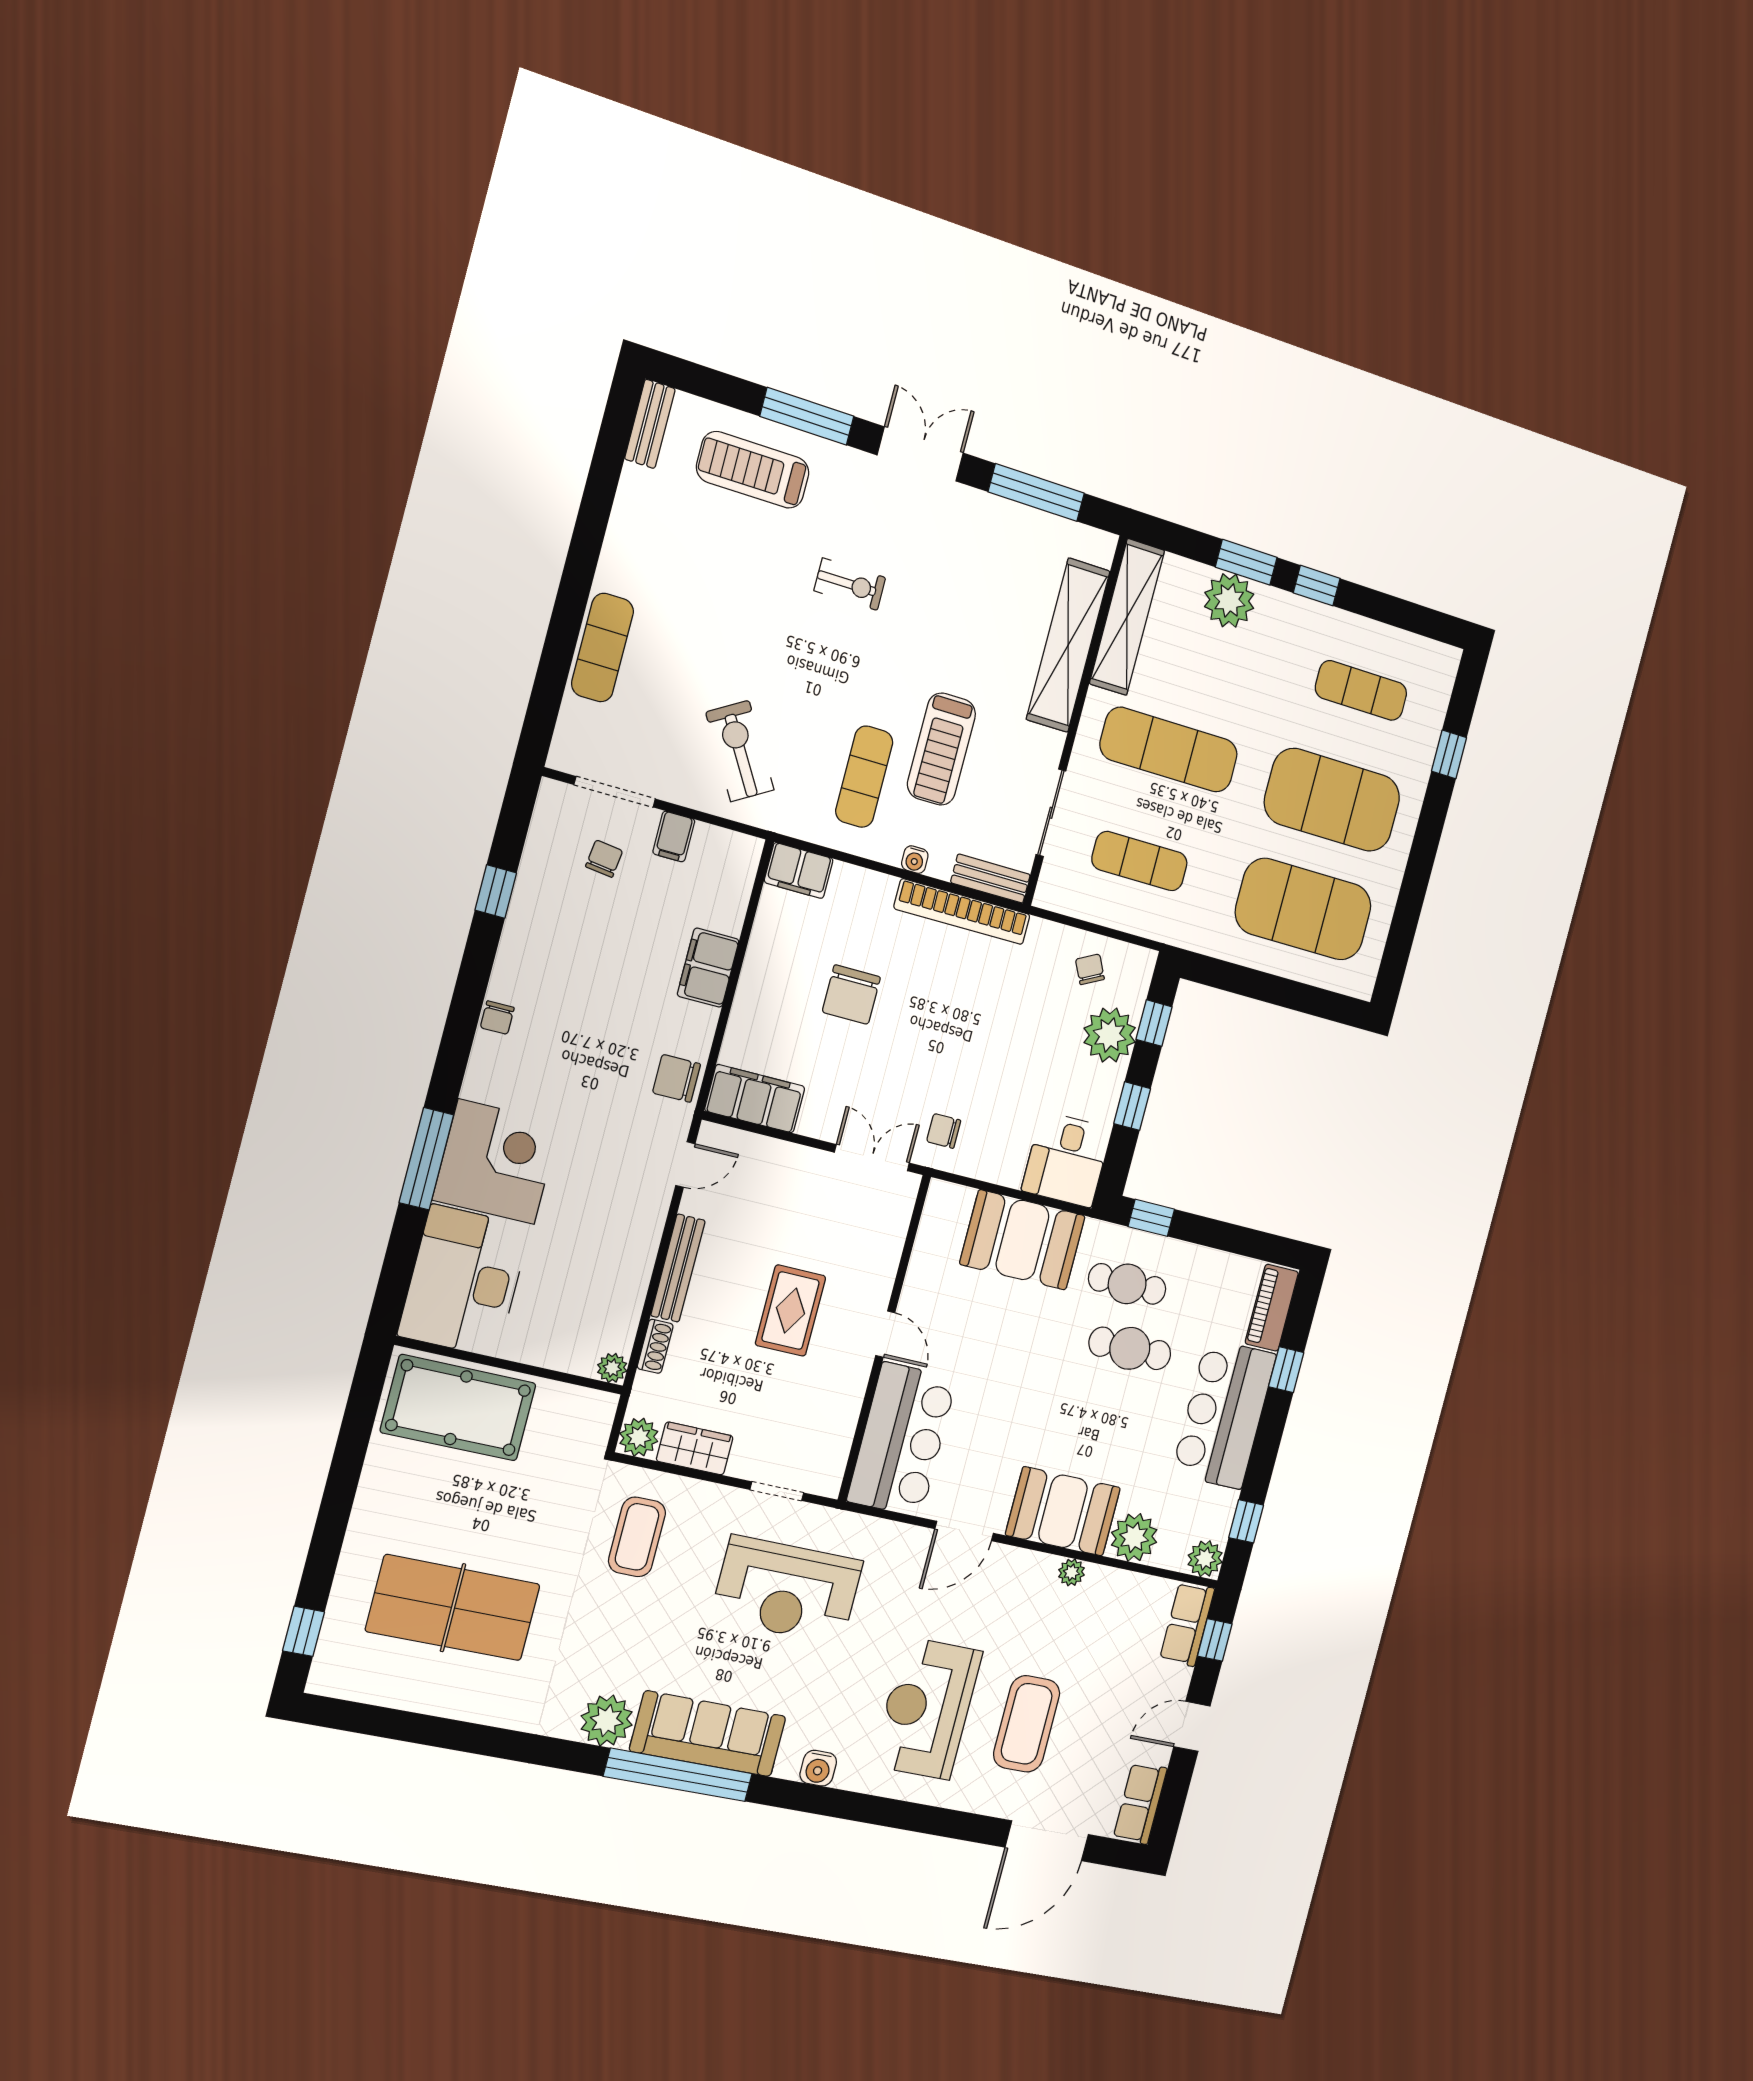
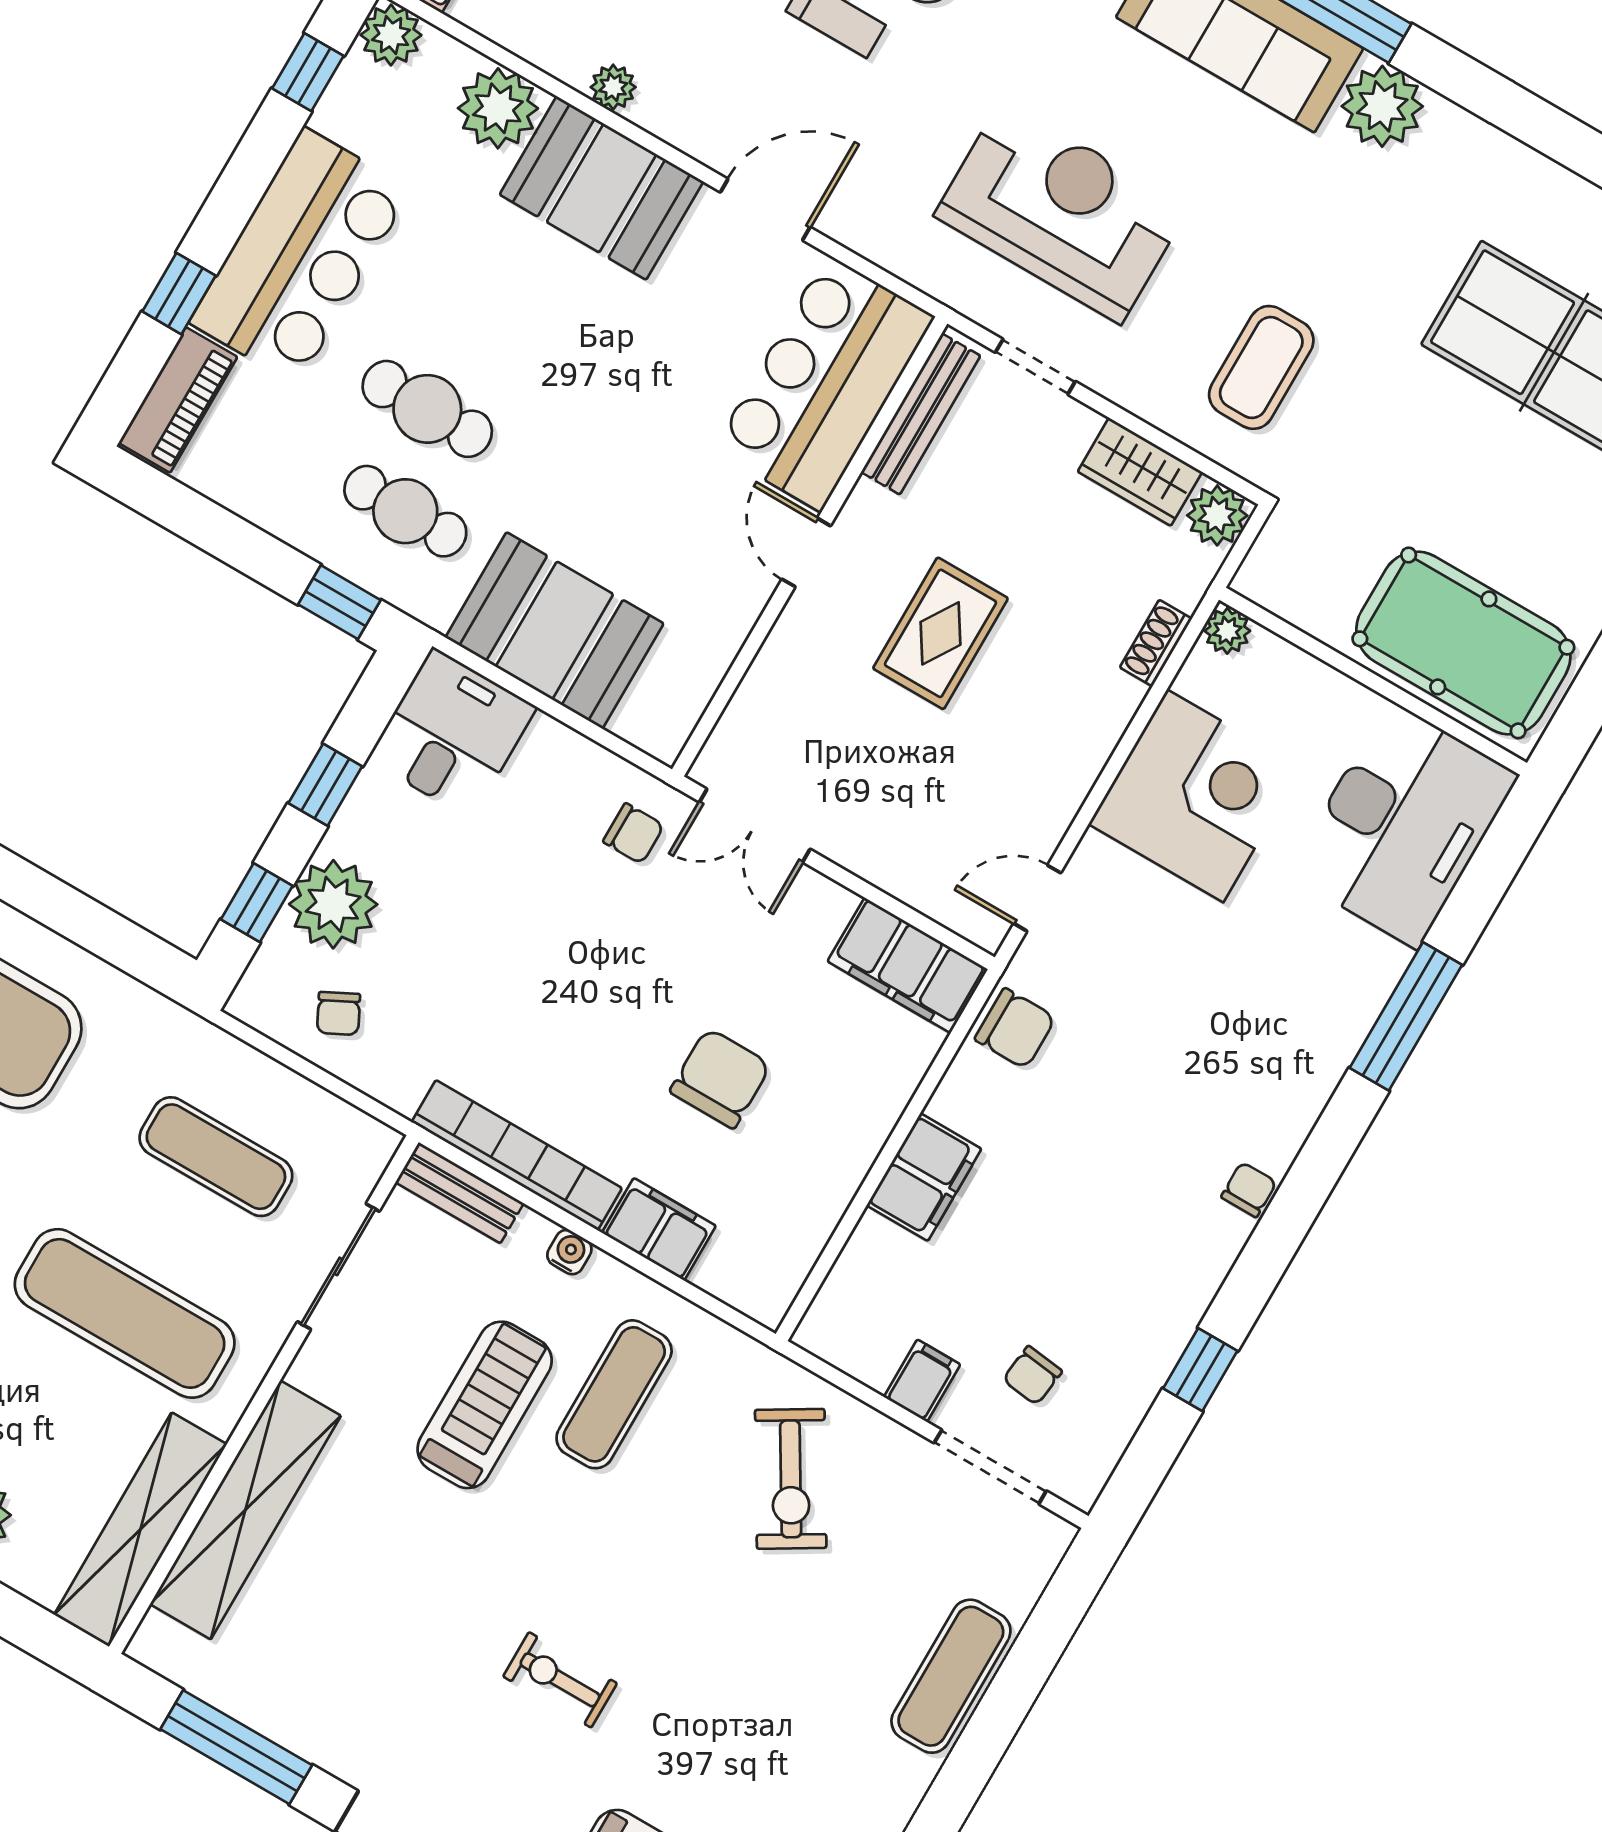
filing cabinet: (799, 871) -> (659, 1229), moved
corner desk: (496, 1162) -> (1195, 796), moved, turned 180
bench: (678, 1268) -> (921, 414), moved

